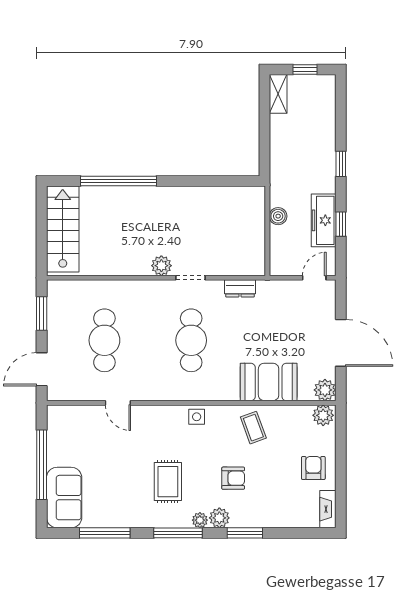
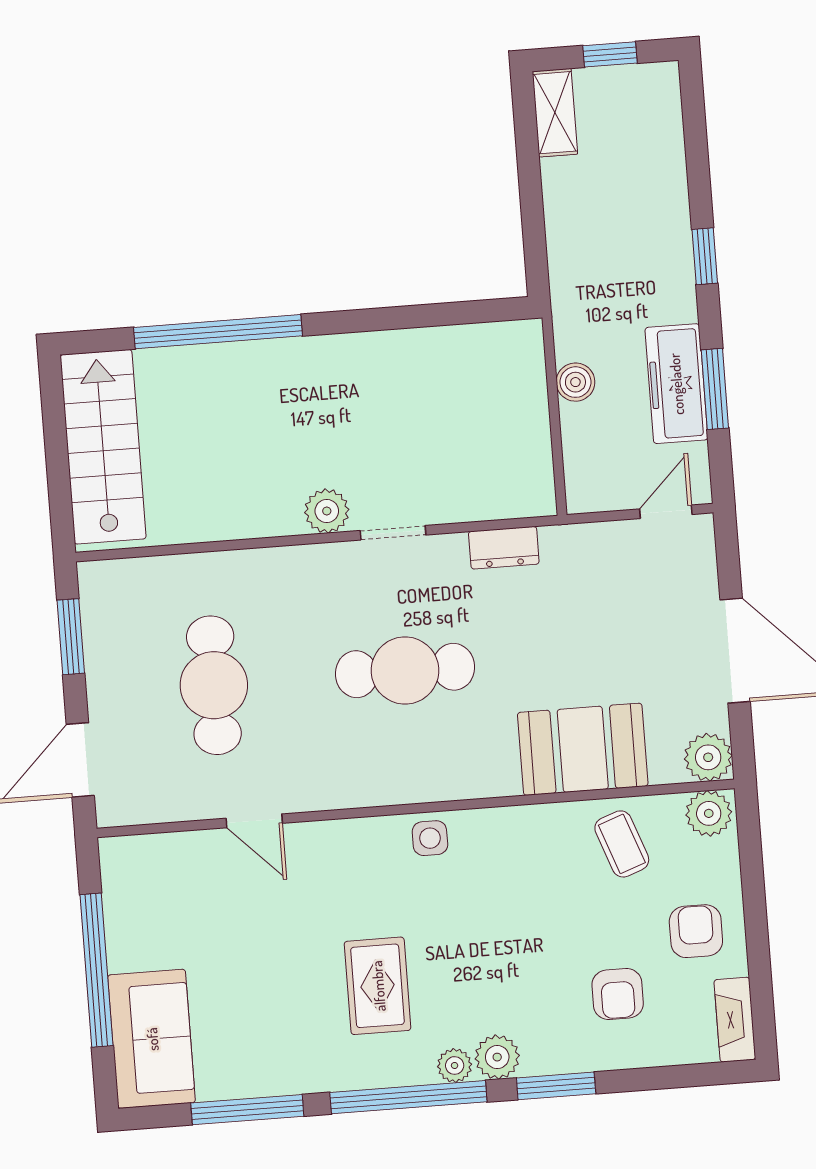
window: (341, 224) -> (715, 389), width x1.50
cafe table: (191, 340) -> (405, 670), turned 90
coffee table: (253, 428) -> (622, 844), moved
armchair: (233, 478) -> (618, 994), moved, turned 90
window: (178, 533) -> (408, 1097), width x1.46

